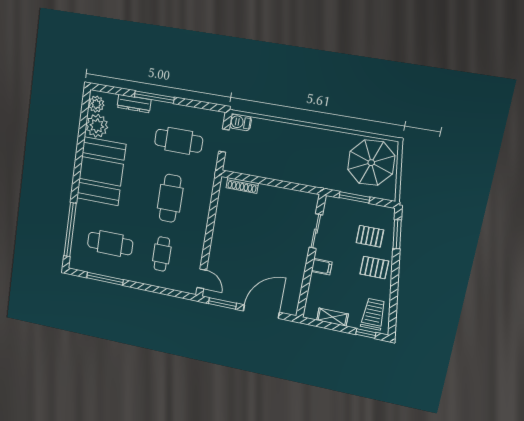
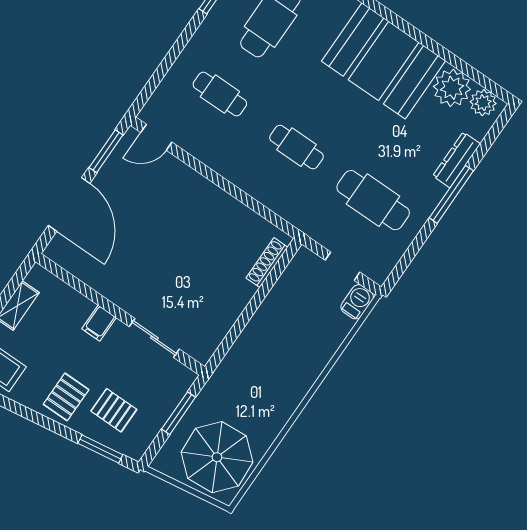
cafe table: (179, 141) -> (373, 200), turned 90
cafe table: (170, 198) -> (296, 147), width x0.73, depth x0.74
pallet: (370, 236) -> (114, 410), turned 90

